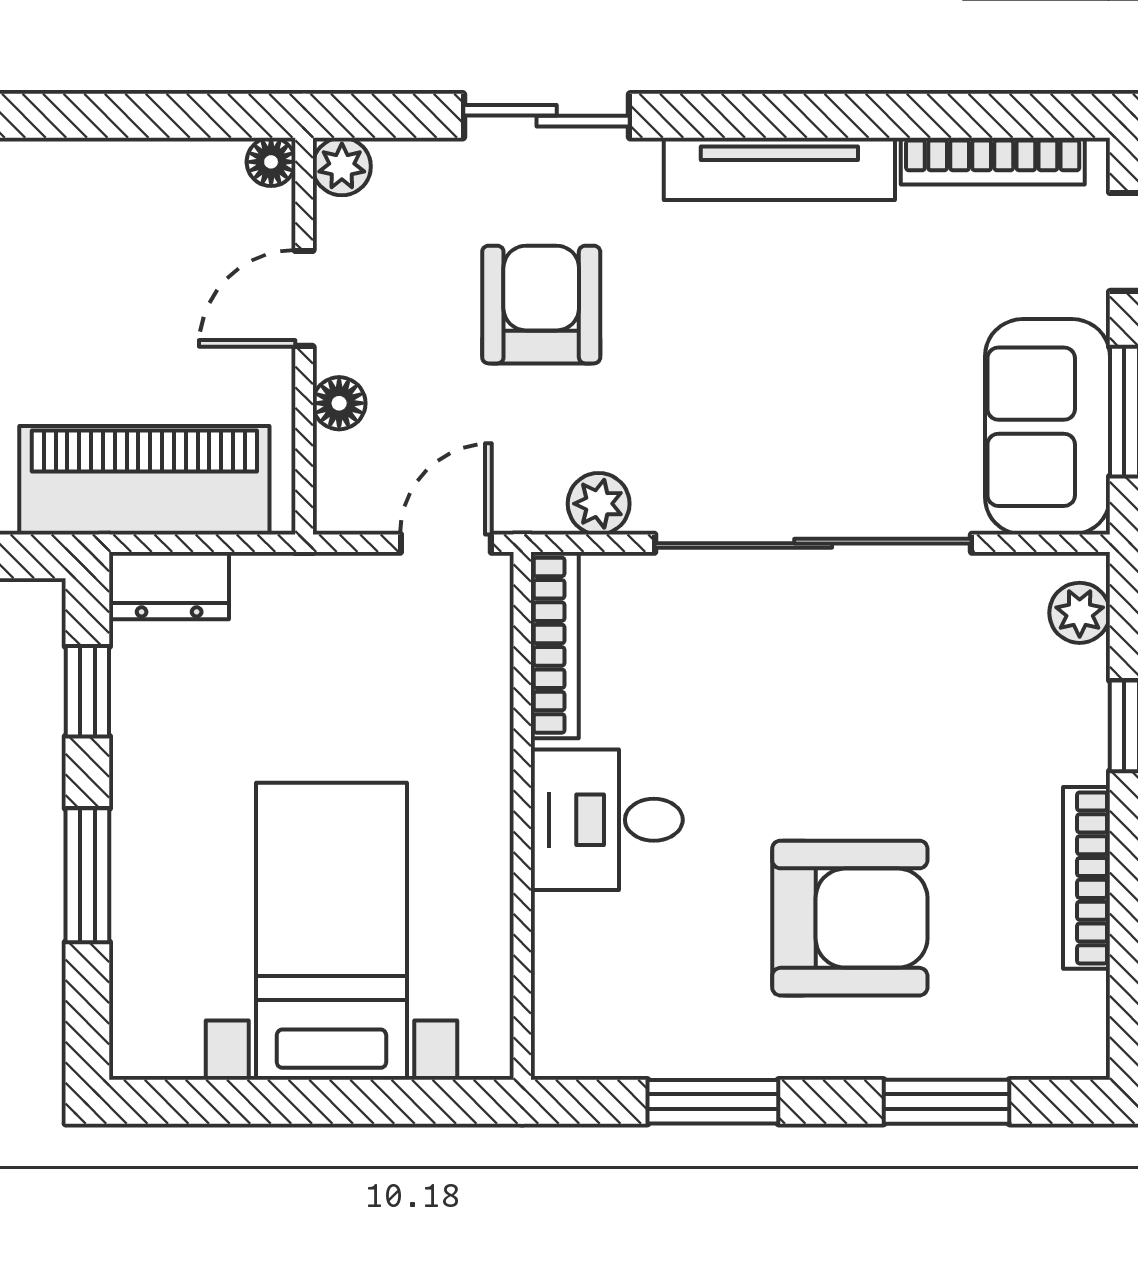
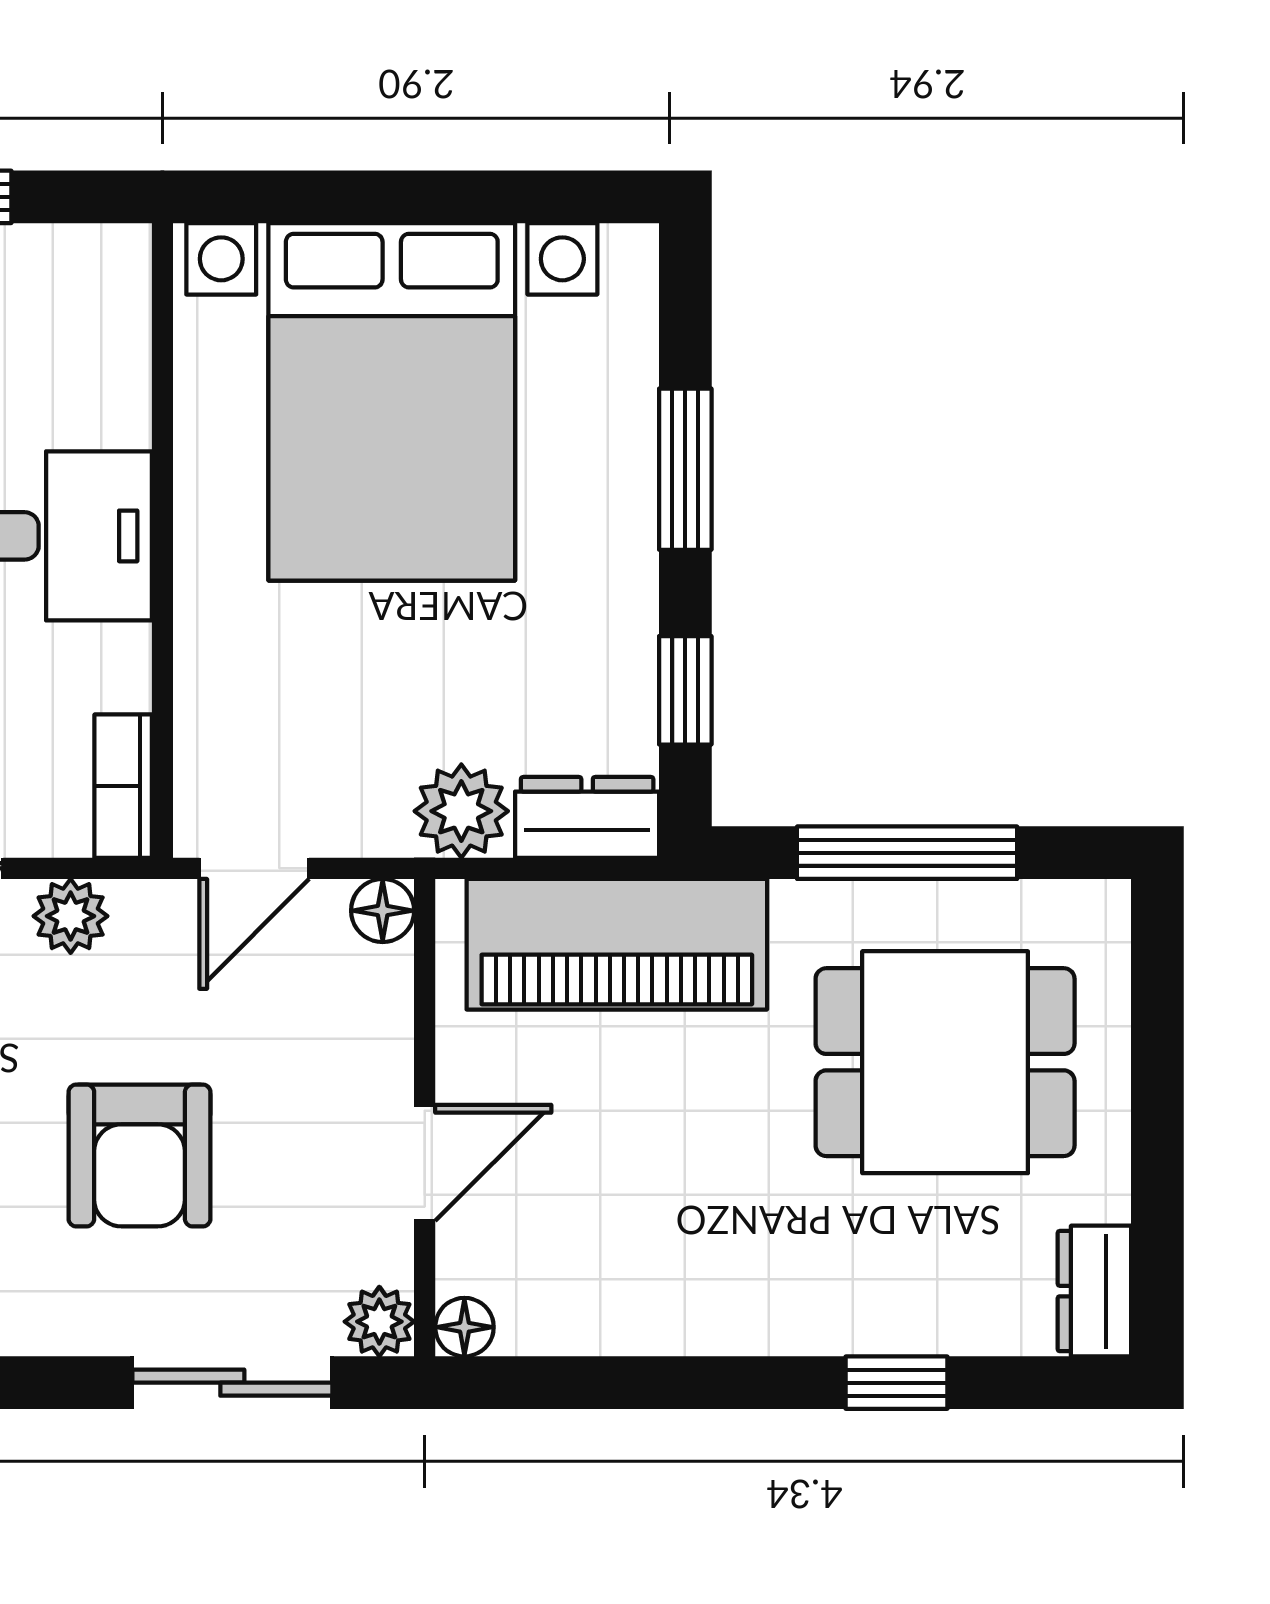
sliding door: (547, 116) -> (232, 1383), moved
floor lamp: (339, 403) -> (383, 911), moved
plant: (274, 591) -> (461, 811), added
bookcase: (555, 645) -> (123, 786), width x0.64
bed with nightstands: (331, 931) -> (392, 402), width x1.36

